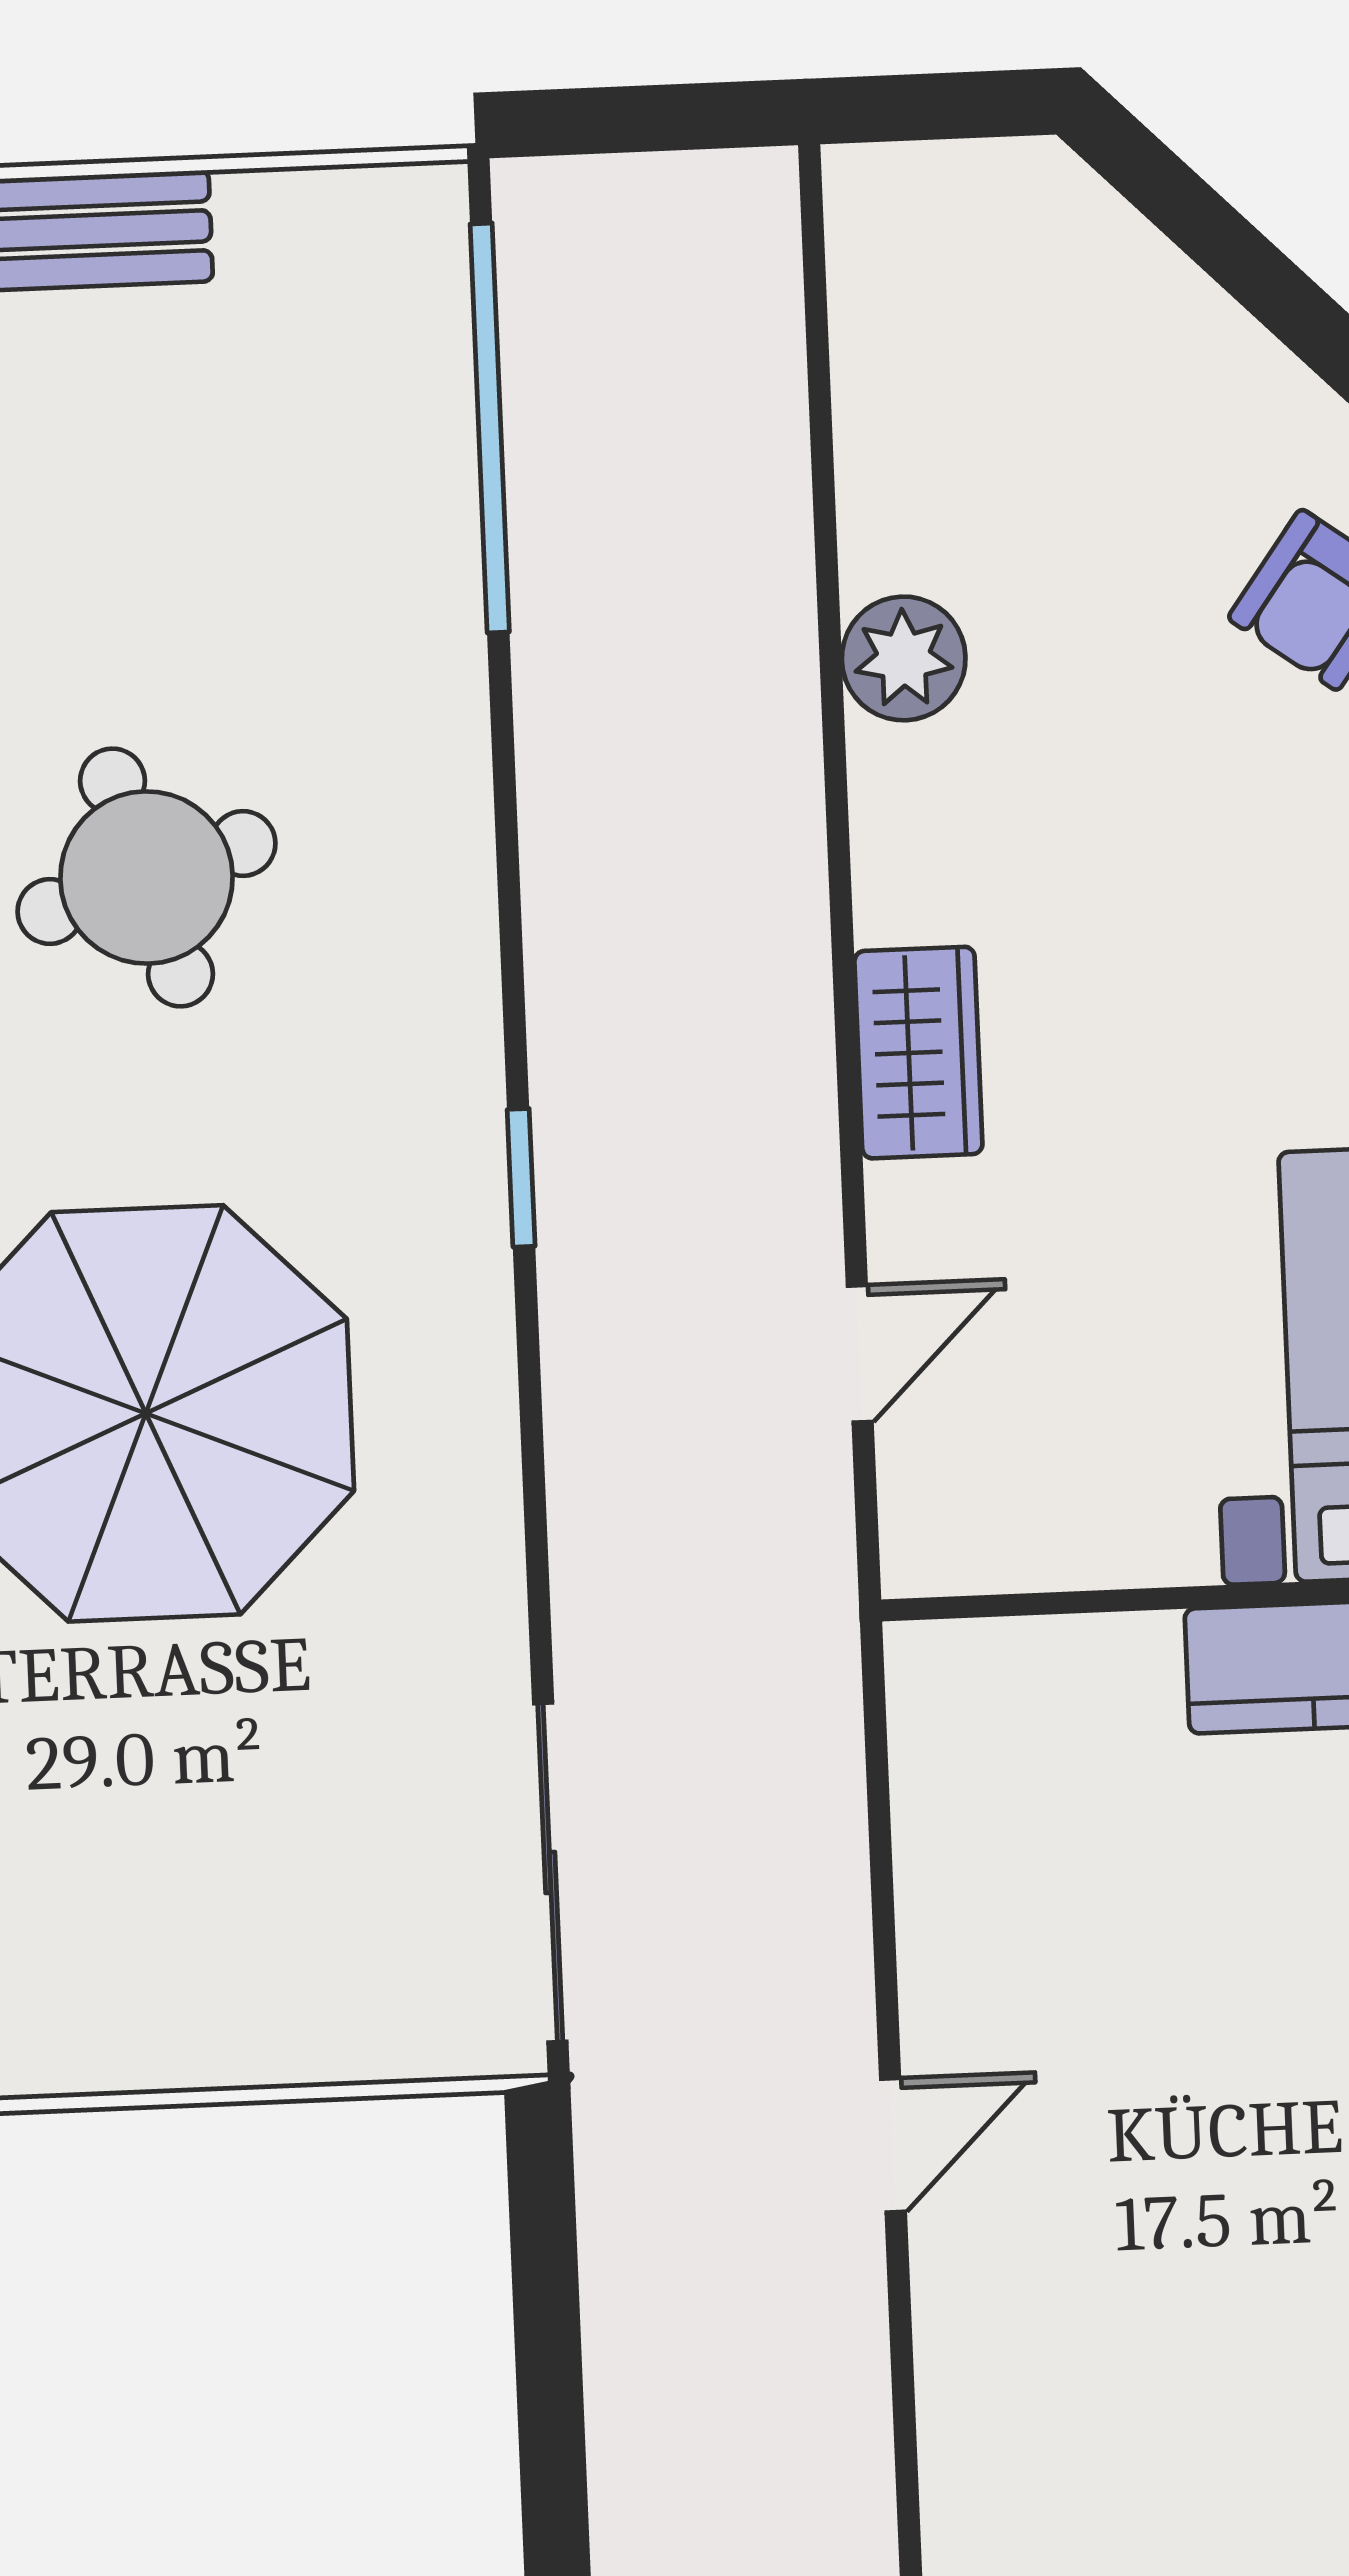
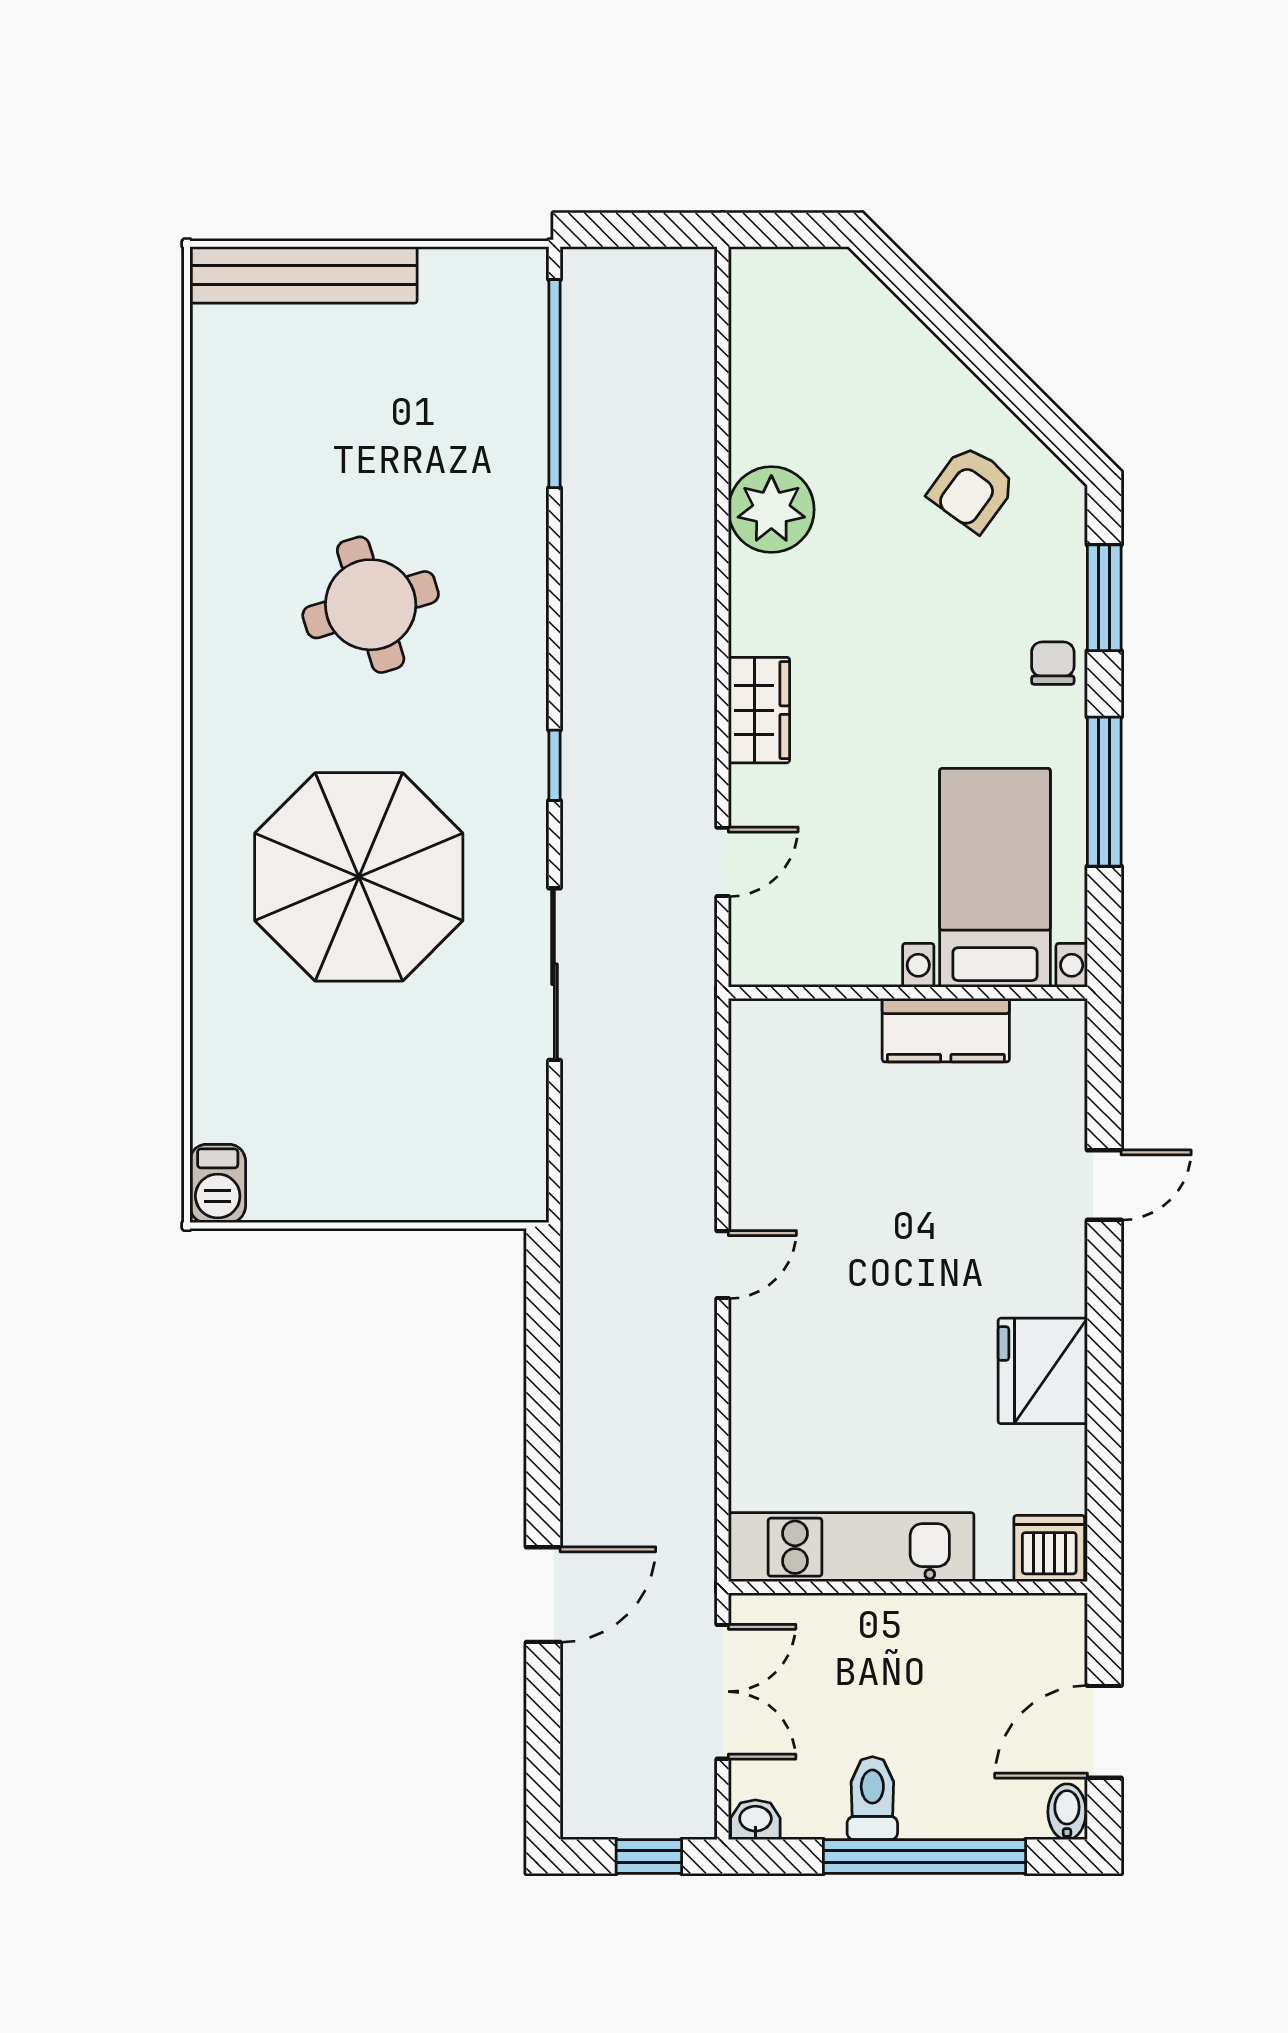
plant: (904, 658) -> (771, 510), width x1.36, depth x1.36
sliding door: (550, 1873) -> (554, 974), moved

